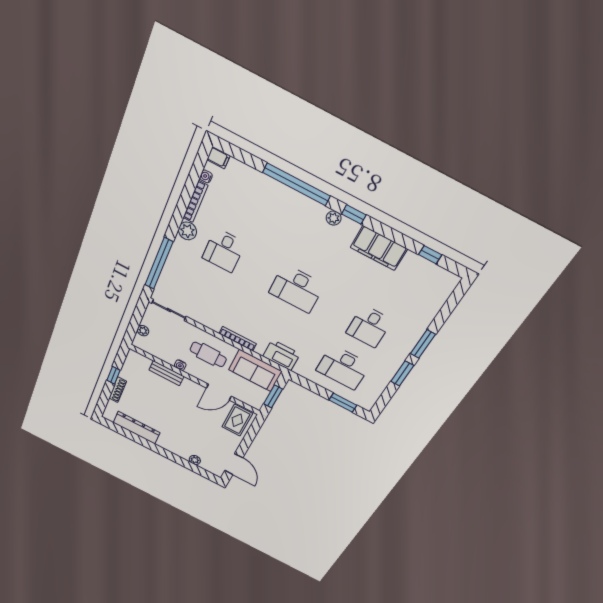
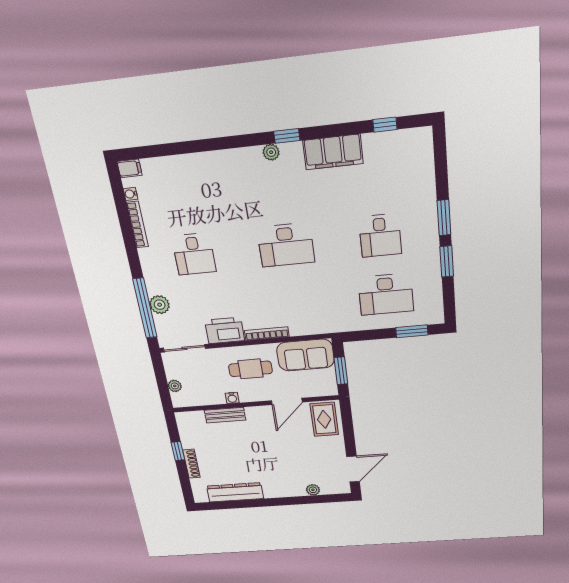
window: (296, 184) -> (215, 144), removed
plant: (187, 231) -> (160, 305), moved
printer: (281, 355) -> (225, 330), moved
door: (234, 464) -> (353, 469), hinge flipped

